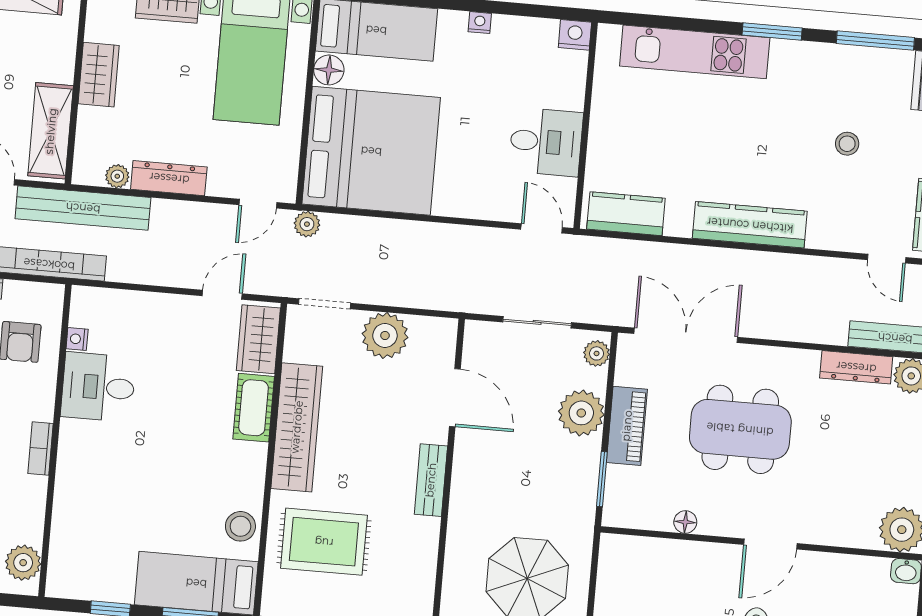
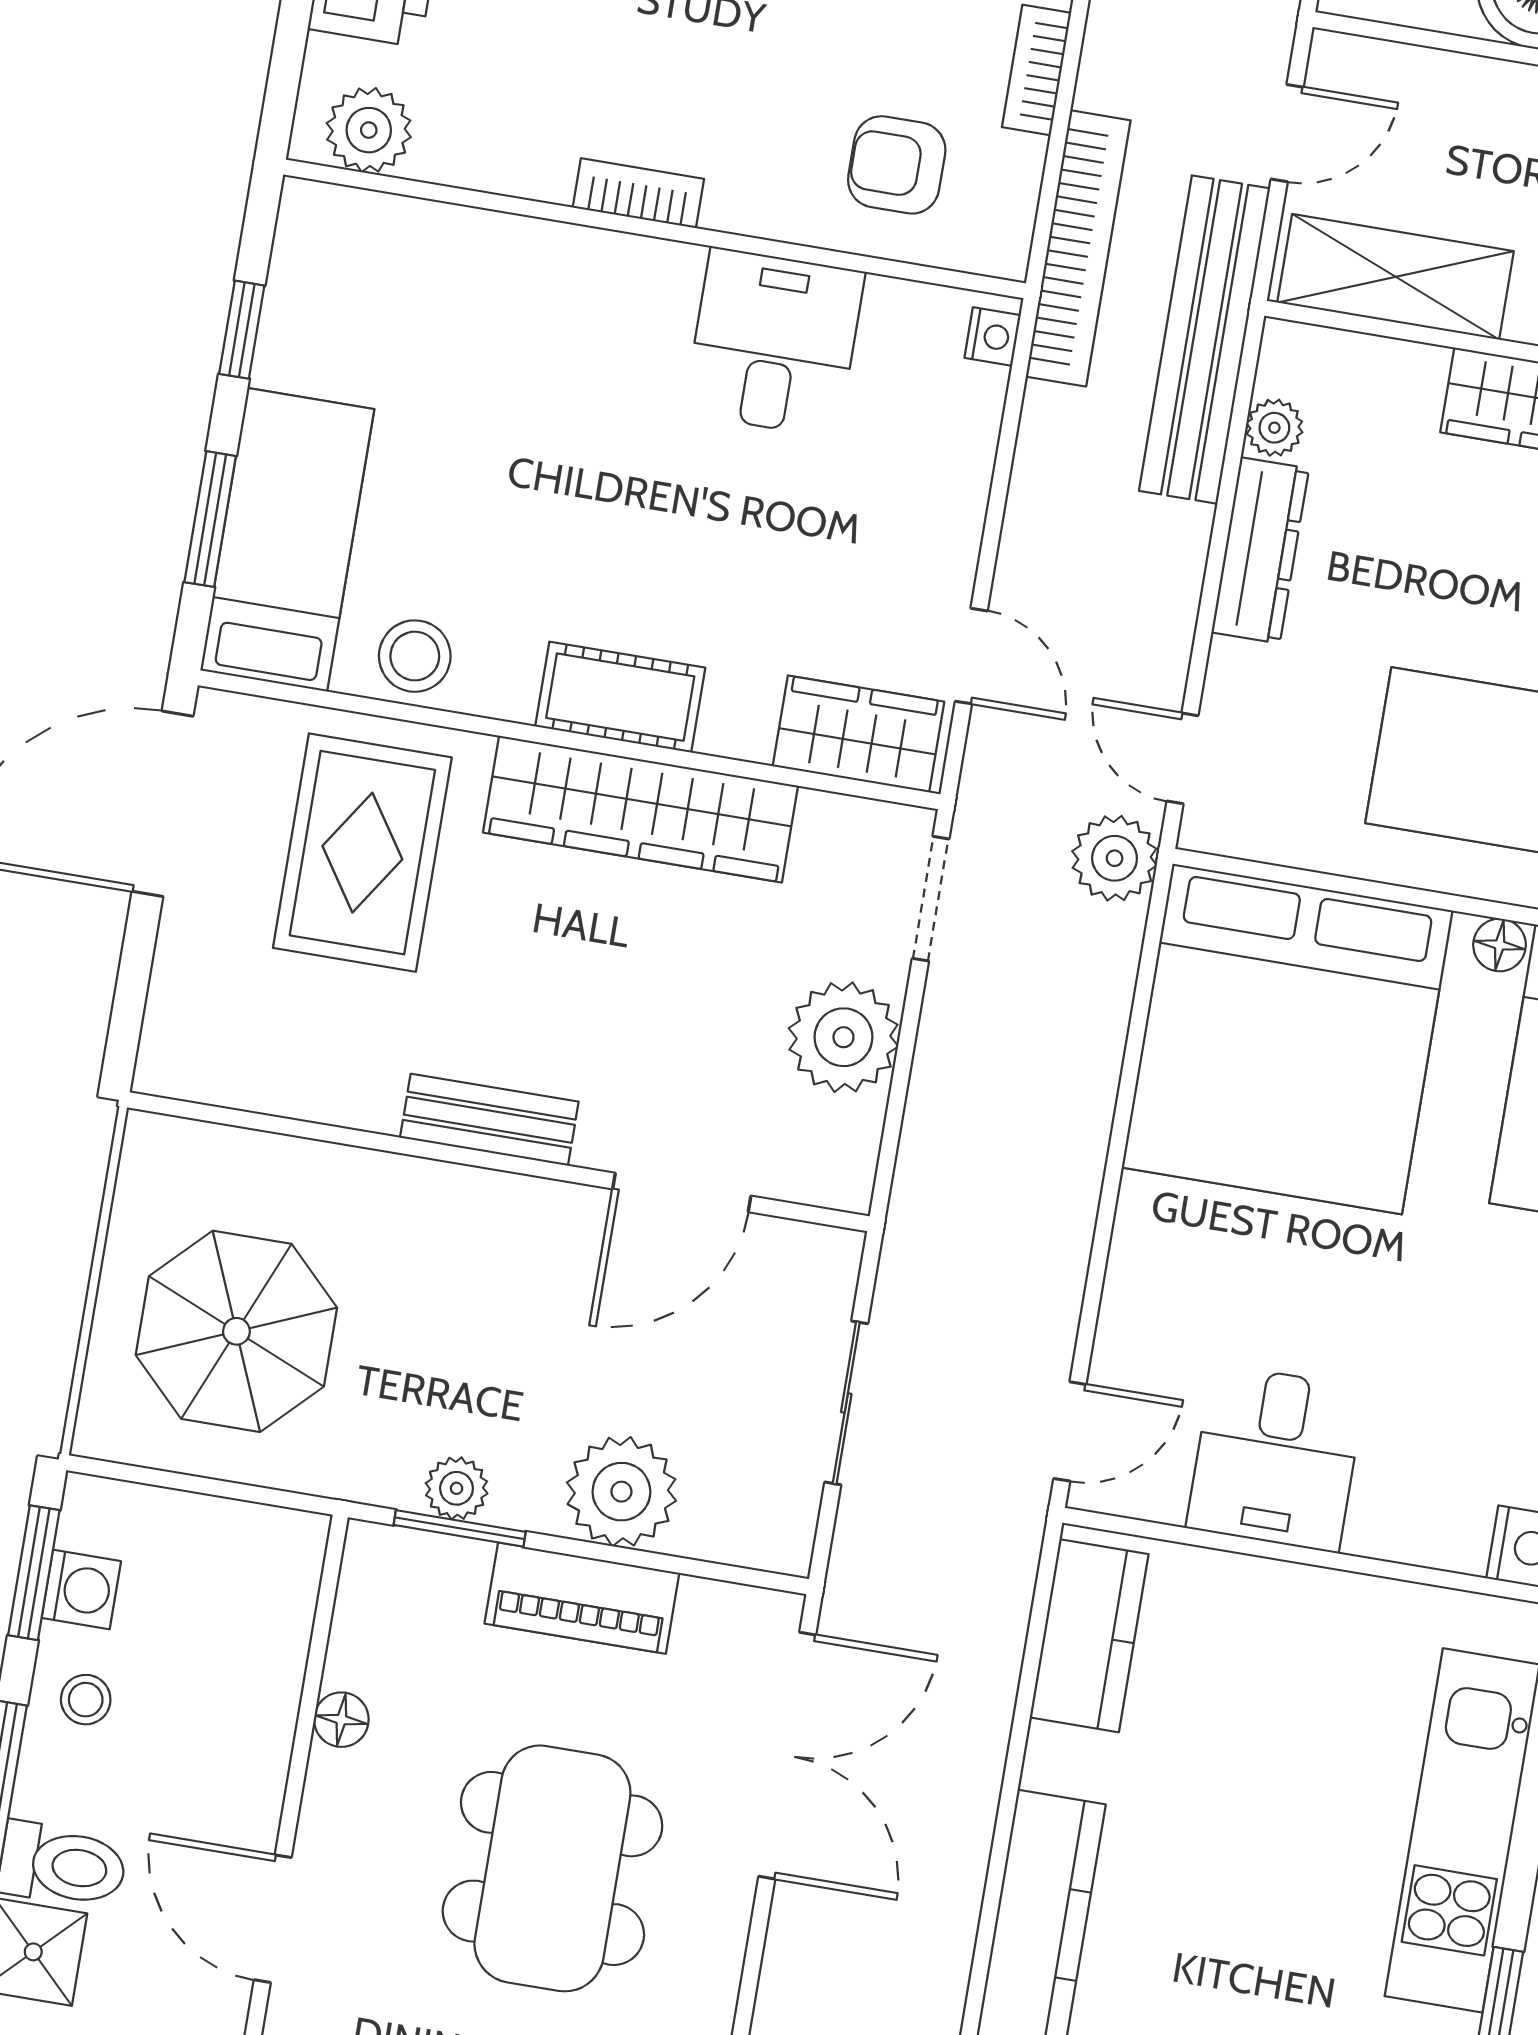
floor lamp: (329, 70) -> (1500, 945), width x0.73, depth x0.73
plant: (307, 224) -> (1115, 858), width x1.38, depth x1.38
nightstand: (77, 339) -> (993, 337), moved, turned 90
plant: (597, 353) -> (457, 1488), moved
cot: (254, 408) -> (620, 697), moved

